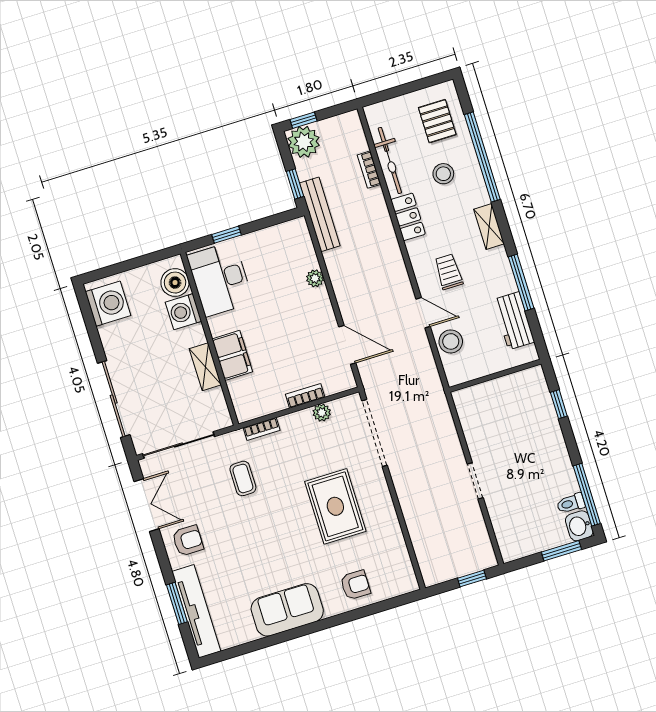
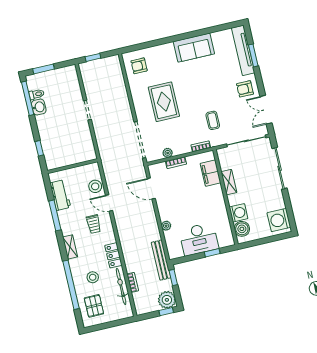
desk: (220, 279) -> (199, 239), moved, turned 90
filing cabinet: (232, 355) -> (210, 173), moved
washbasin: (579, 526) -> (39, 107), moved
armchair: (355, 585) -> (139, 66), moved

